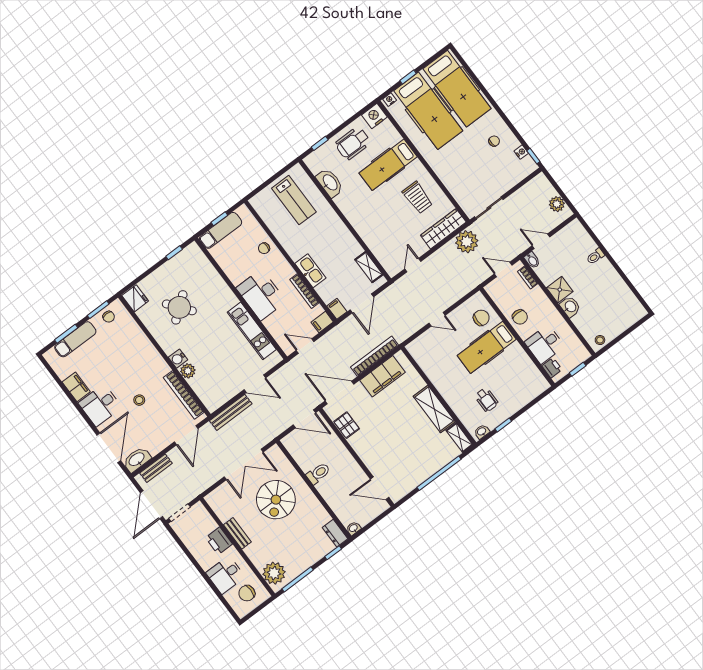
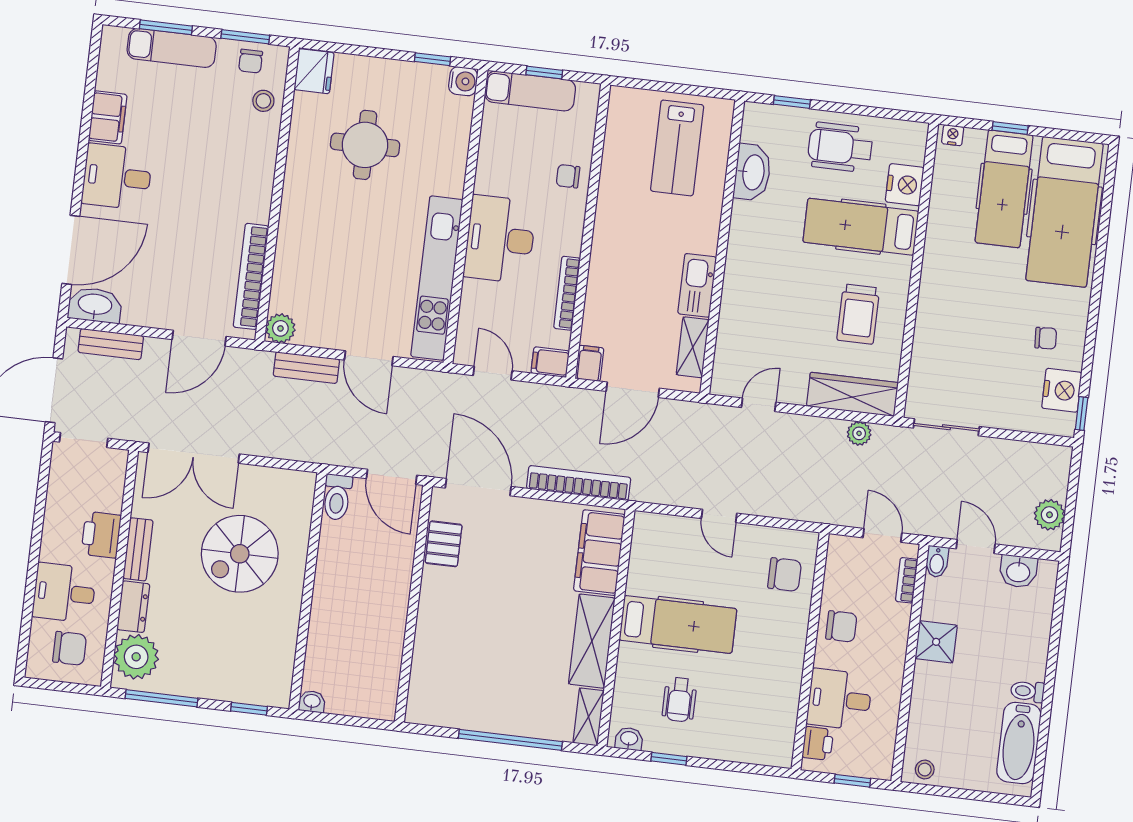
hospital bed: (428, 111) -> (1004, 189), width x0.73, depth x0.78
nightstand: (374, 116) -> (905, 185), moved, turned 90
nightstand: (521, 152) -> (1062, 390), width x1.89, depth x1.79
plant: (467, 242) -> (859, 433), width x0.53, depth x0.53
toilet: (595, 256) -> (1027, 691), moved
kitchen sink: (310, 271) -> (697, 285), moved, turned 180
bathtub: (625, 298) -> (1019, 743), added
round table: (179, 307) -> (365, 145), turned 38
washbasin: (570, 307) -> (1018, 571), moved, turned 90
chair: (520, 317) -> (841, 626), turned -90
kitchen unit: (252, 331) -> (437, 278), width x1.36
hospital bed: (487, 347) -> (678, 624), moved, turned 180
water cooler: (178, 359) -> (463, 81), moved, turned 180
plant: (188, 371) -> (280, 328), moved
filing cabinet: (383, 376) -> (599, 553), moved, turned 90
stool: (139, 400) -> (263, 101), moved
bench: (231, 412) -> (306, 368), width x0.73
double door: (244, 464) -> (194, 453), moved
toilet: (318, 473) -> (337, 497), moved, turned 90
door: (380, 488) -> (404, 680), removed
dresser: (335, 533) -> (133, 607), moved, turned 180
chair: (247, 593) -> (70, 648), turned 180

